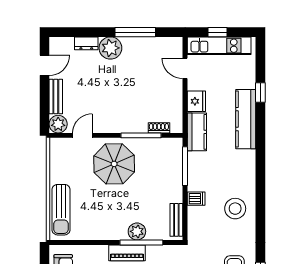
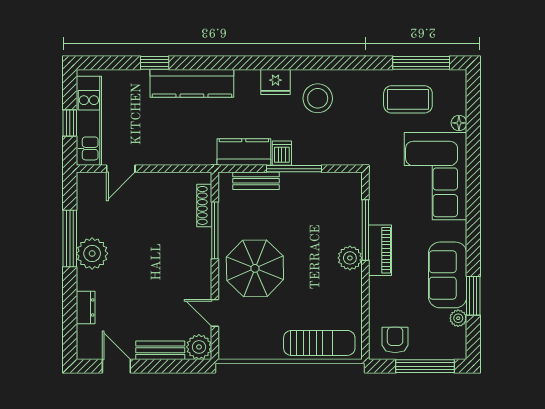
plant: (110, 48) -> (92, 253), moved
fridge: (196, 101) -> (275, 82), moved, turned 180
shoe rack: (159, 128) -> (204, 205), width x1.43
kitchen counter: (197, 132) -> (244, 152), moved
window: (185, 166) -> (294, 169), moved
dishwasher: (196, 199) -> (282, 153), moved
bench: (176, 220) -> (256, 181), moved
plant: (137, 231) -> (350, 258), moved

